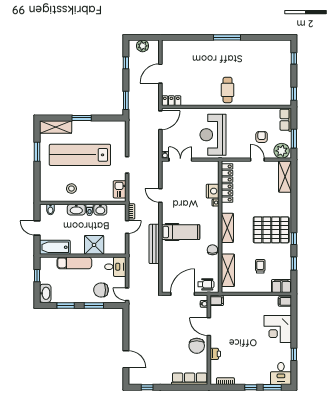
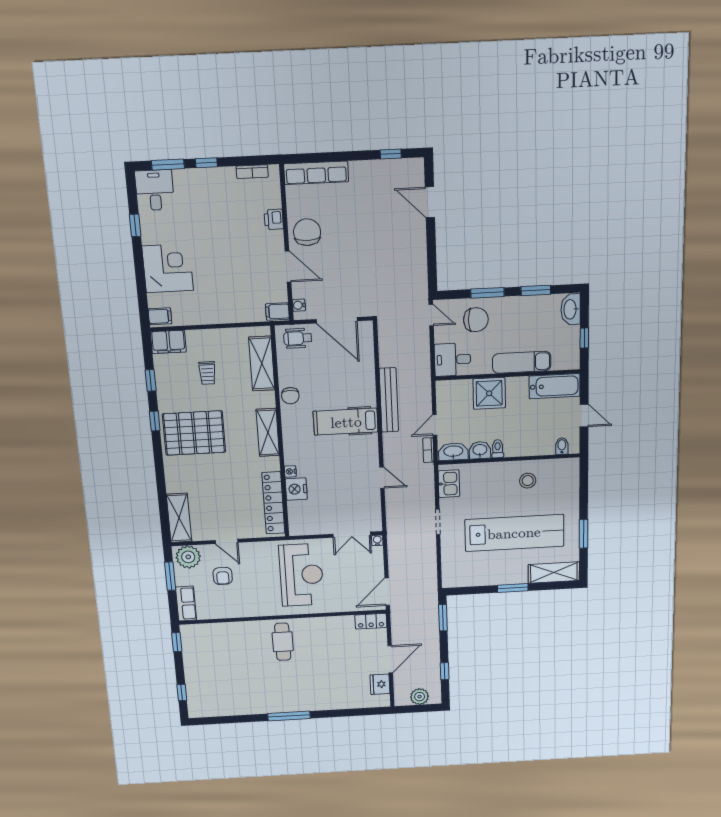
fridge: (168, 56) -> (380, 684), added
washbasin: (76, 210) -> (453, 452), moved
door: (183, 294) -> (337, 320), hinge flipped

